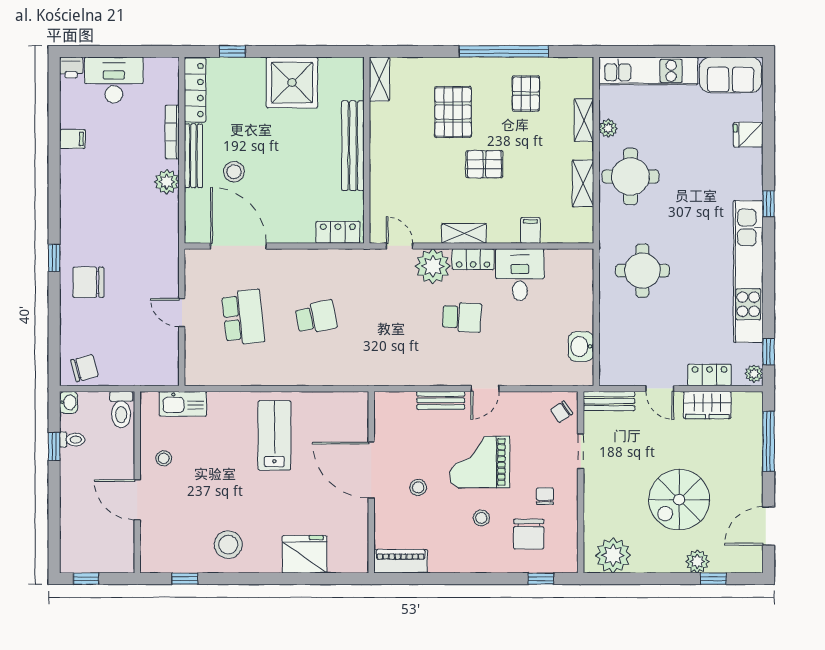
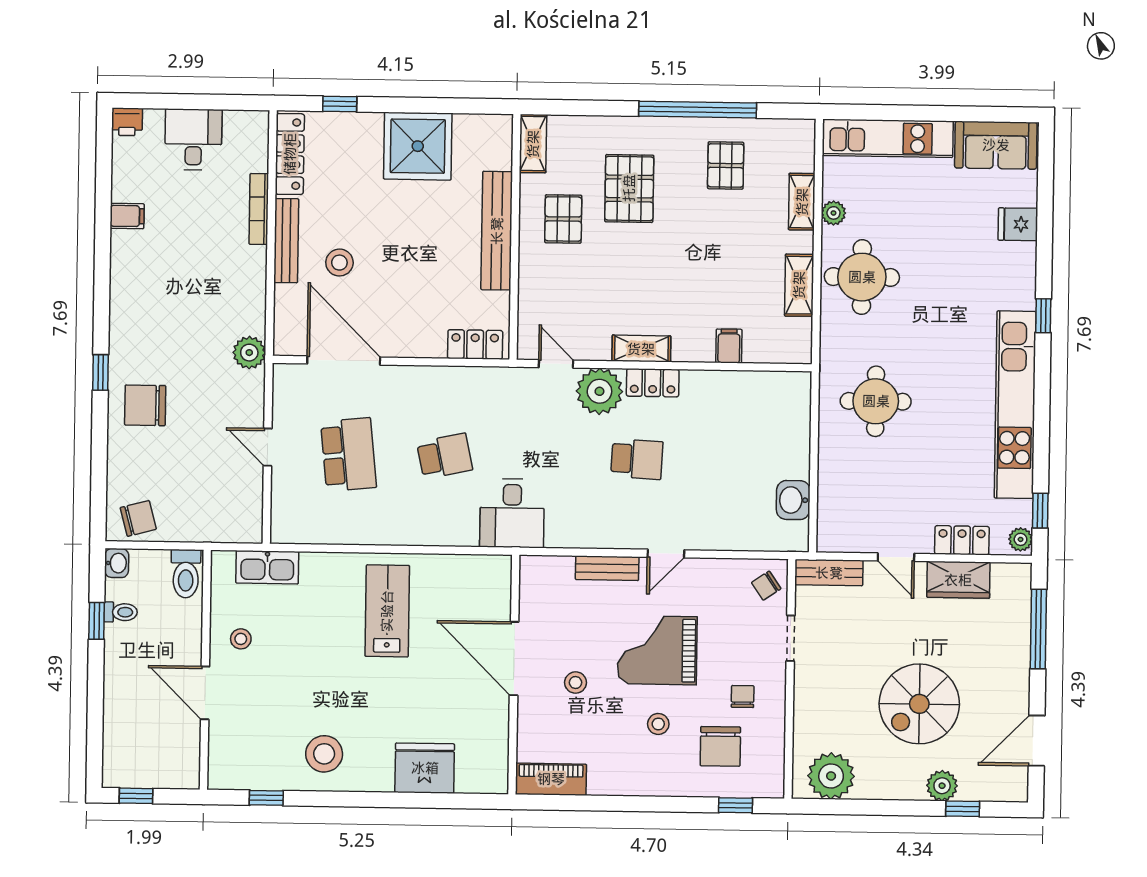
desk: (114, 80) -> (193, 139), width x0.73
pallet: (484, 164) -> (563, 219), moved, turned 90
plant: (167, 182) -> (249, 353), moved
desk: (520, 275) -> (512, 513), moved, turned 180

